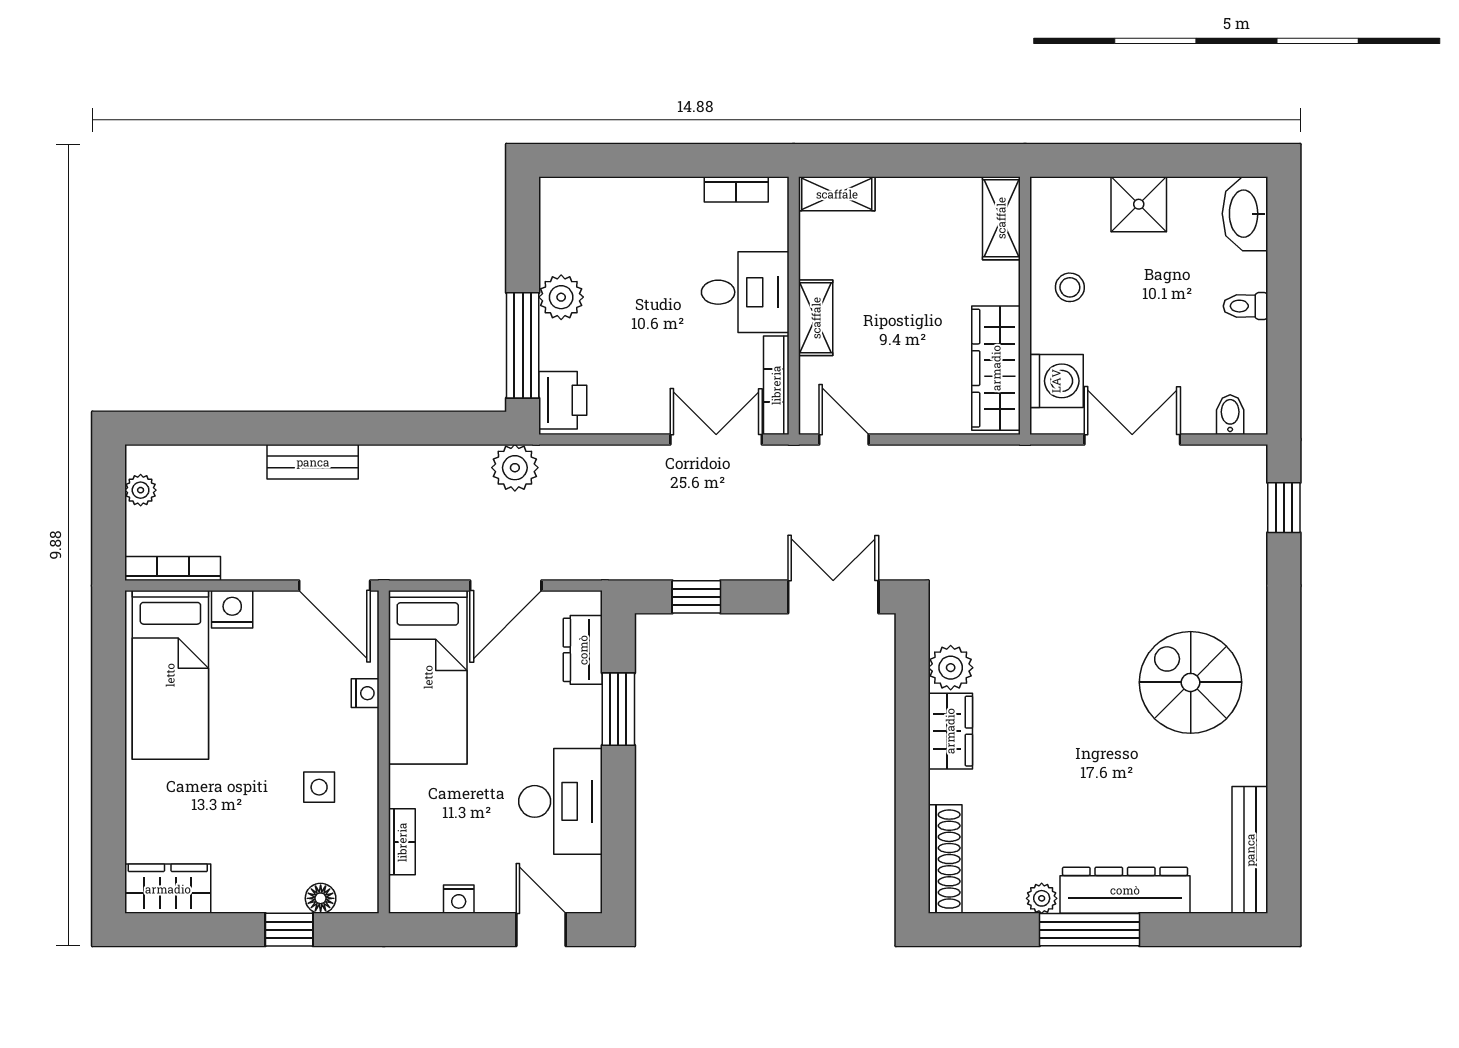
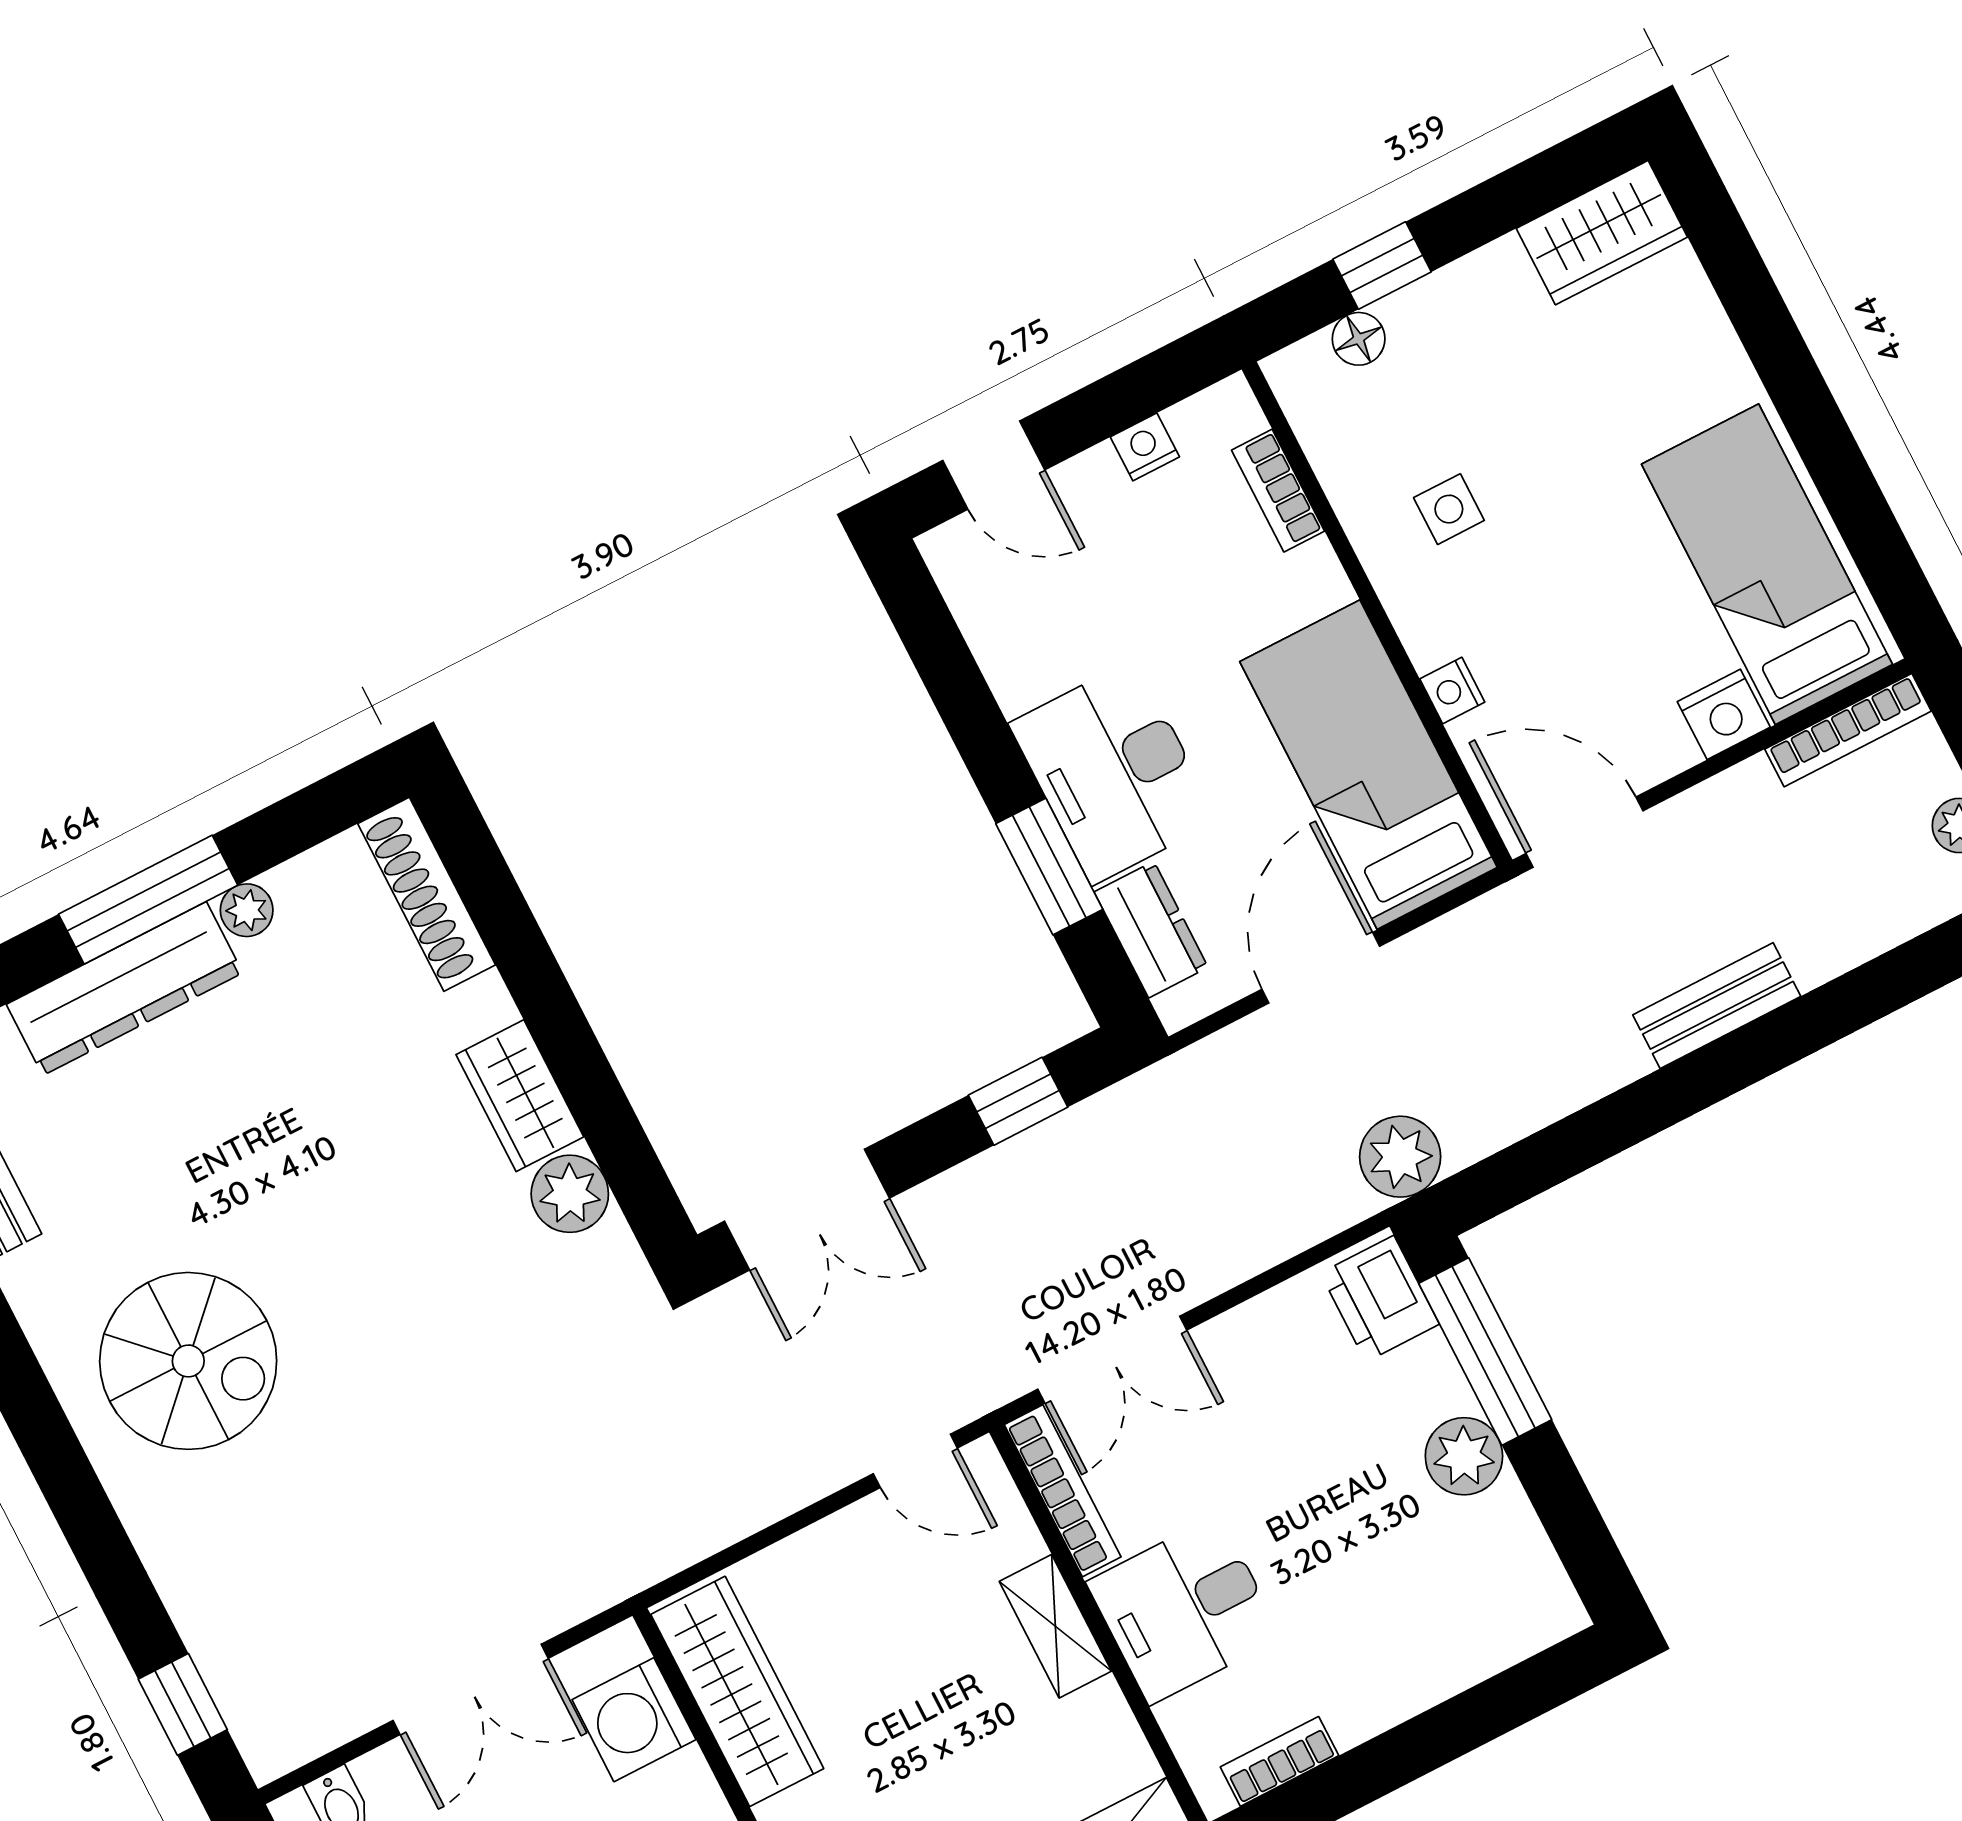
desk: (560, 801) -> (1114, 772), moved

